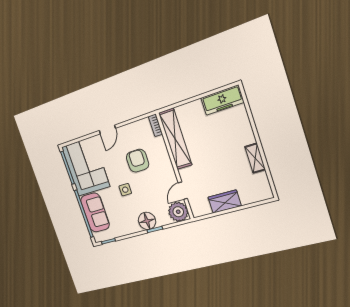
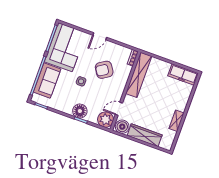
armchair: (138, 161) -> (104, 70), turned -123
wardrobe: (225, 202) -> (145, 135), width x1.50
boiler: (201, 207) -> (122, 127), added

